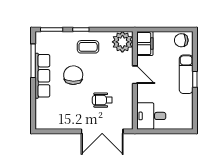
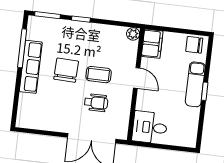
plant: (122, 42) -> (133, 34), width x0.53, depth x0.53
coffee table: (88, 47) -> (99, 75), moved
wheelchair: (102, 100) -> (96, 103), turned 180

